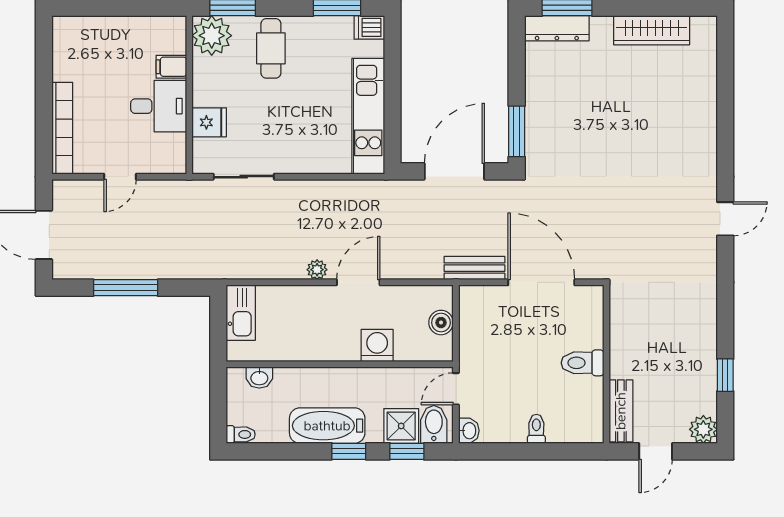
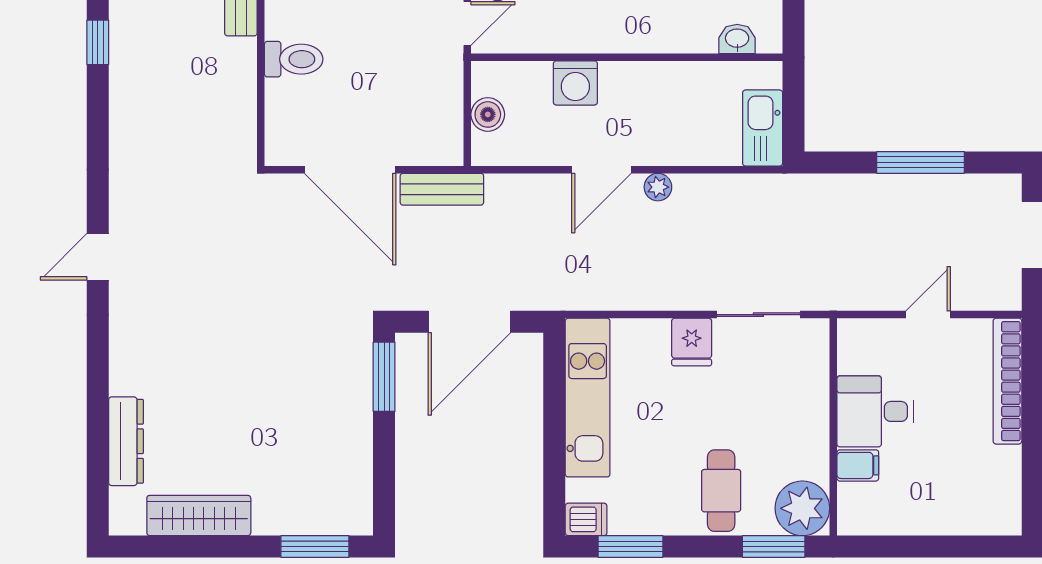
dresser: (557, 28) -> (126, 441), moved, turned 90
fridge: (209, 122) -> (692, 342), moved, turned -90

